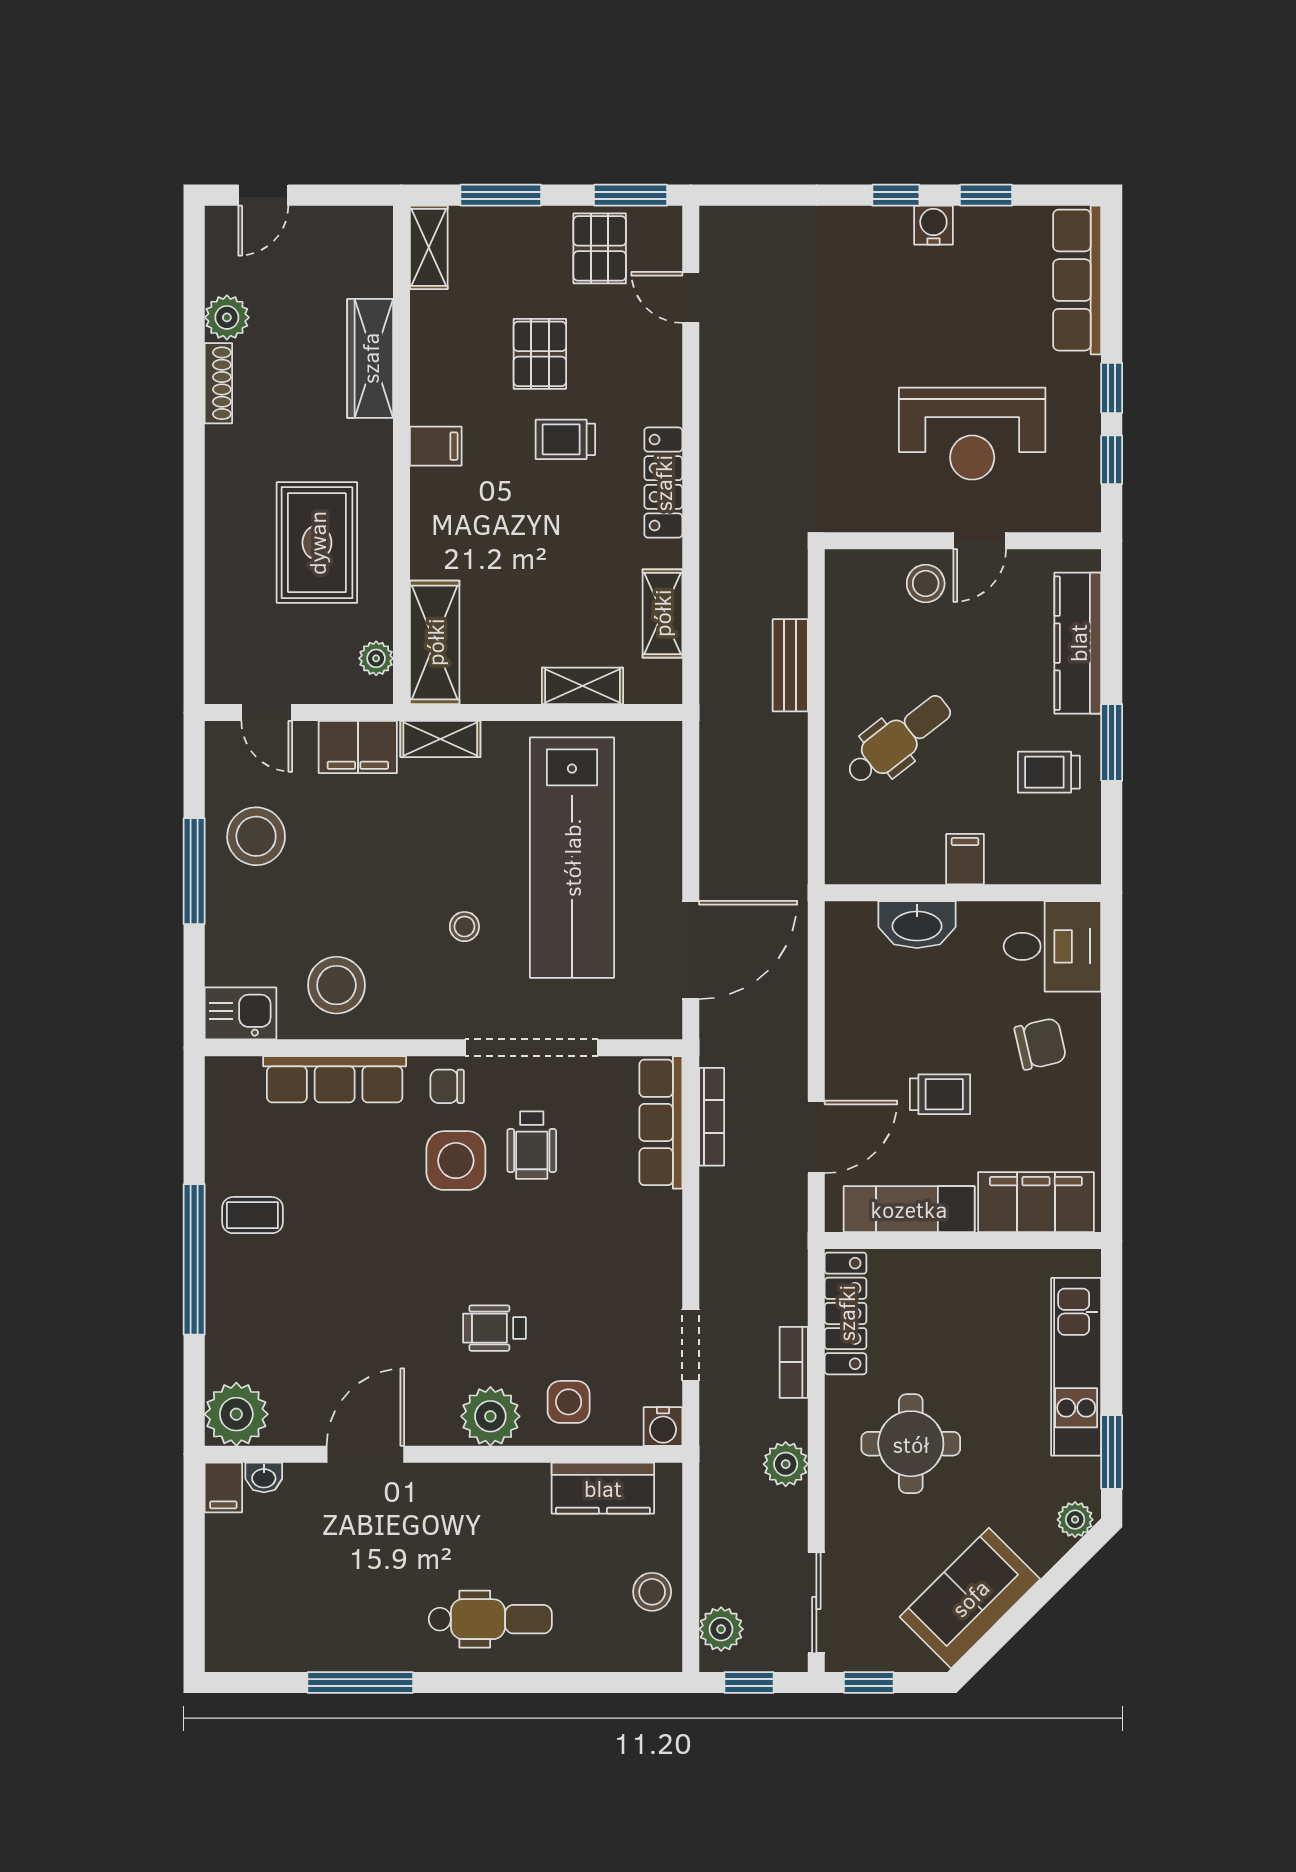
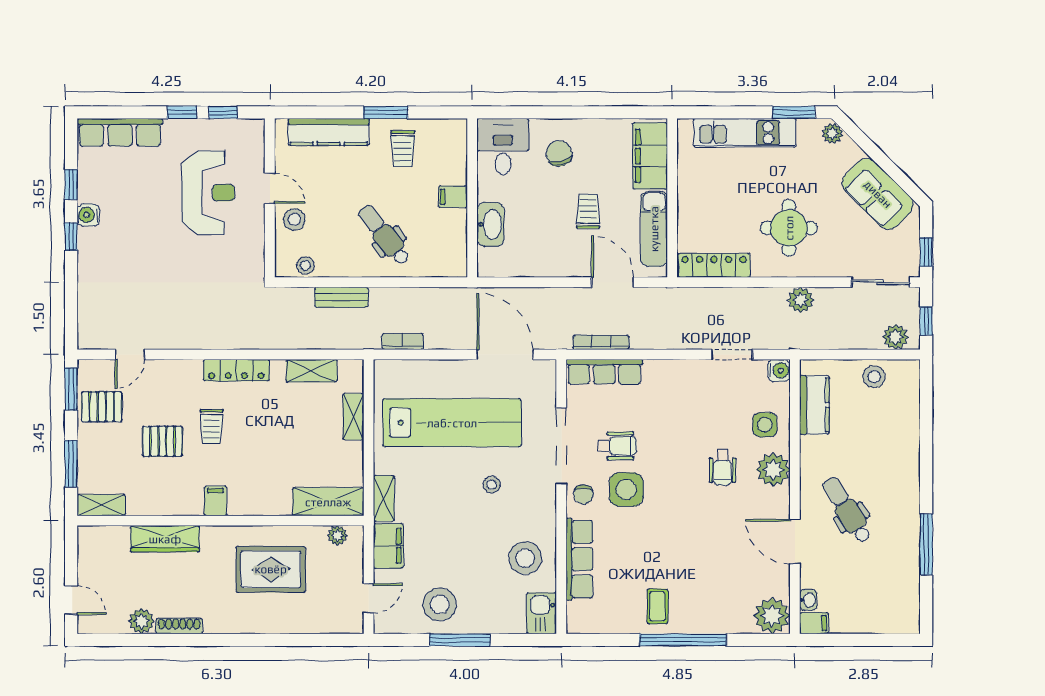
stool: (846, 603) -> (305, 265), added
bookcase: (794, 1362) -> (403, 341), moved, turned 180
dental chair: (490, 1619) -> (847, 510), moved, turned -32

